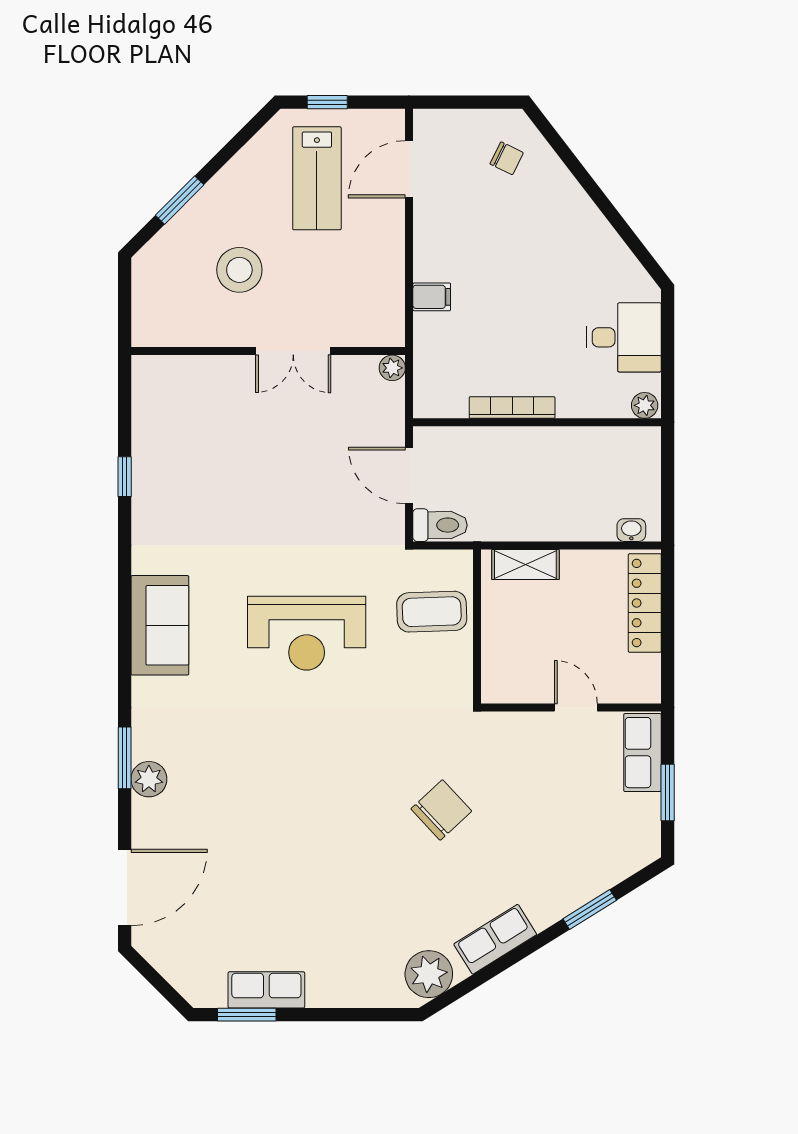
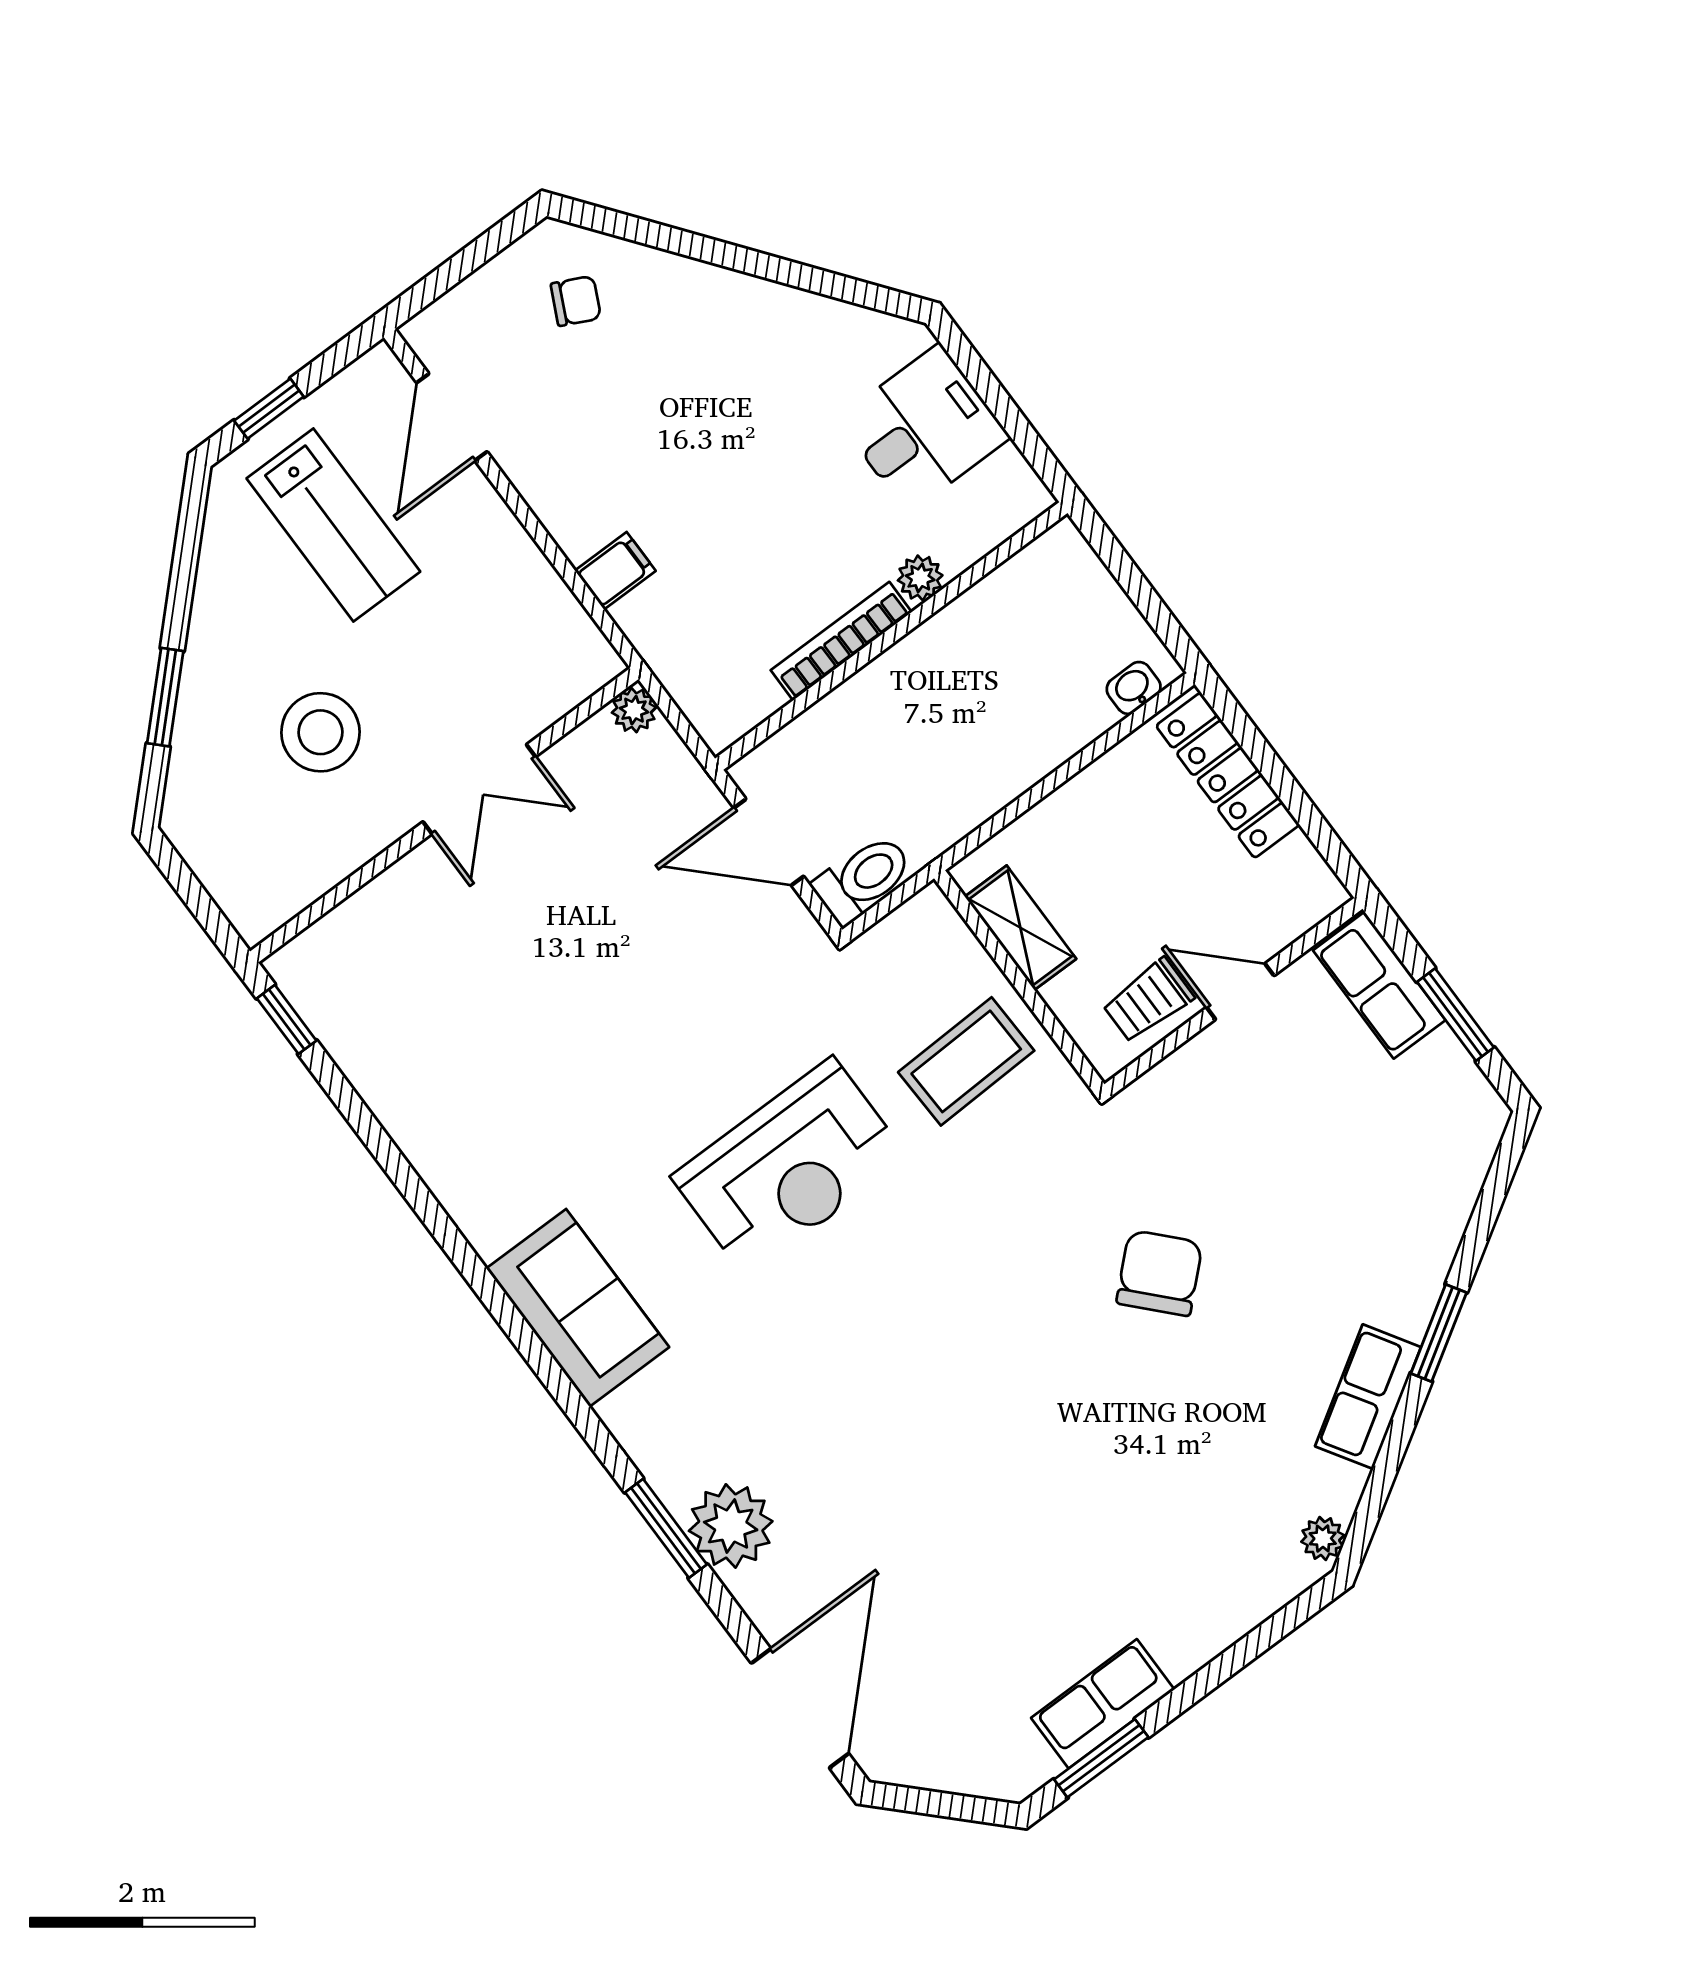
plant: (645, 405) -> (920, 578), moved
window: (125, 477) -> (287, 1019), moved
shelving: (525, 564) -> (1020, 928), moved, turned 90
coffee table: (432, 612) -> (966, 1061), moved
trolley: (530, 680) -> (1148, 1000), added
plant: (149, 779) -> (731, 1526), width x1.36, depth x1.36
window: (590, 909) -> (1439, 1333), moved
plant: (429, 974) -> (1323, 1538), width x0.53, depth x0.53

